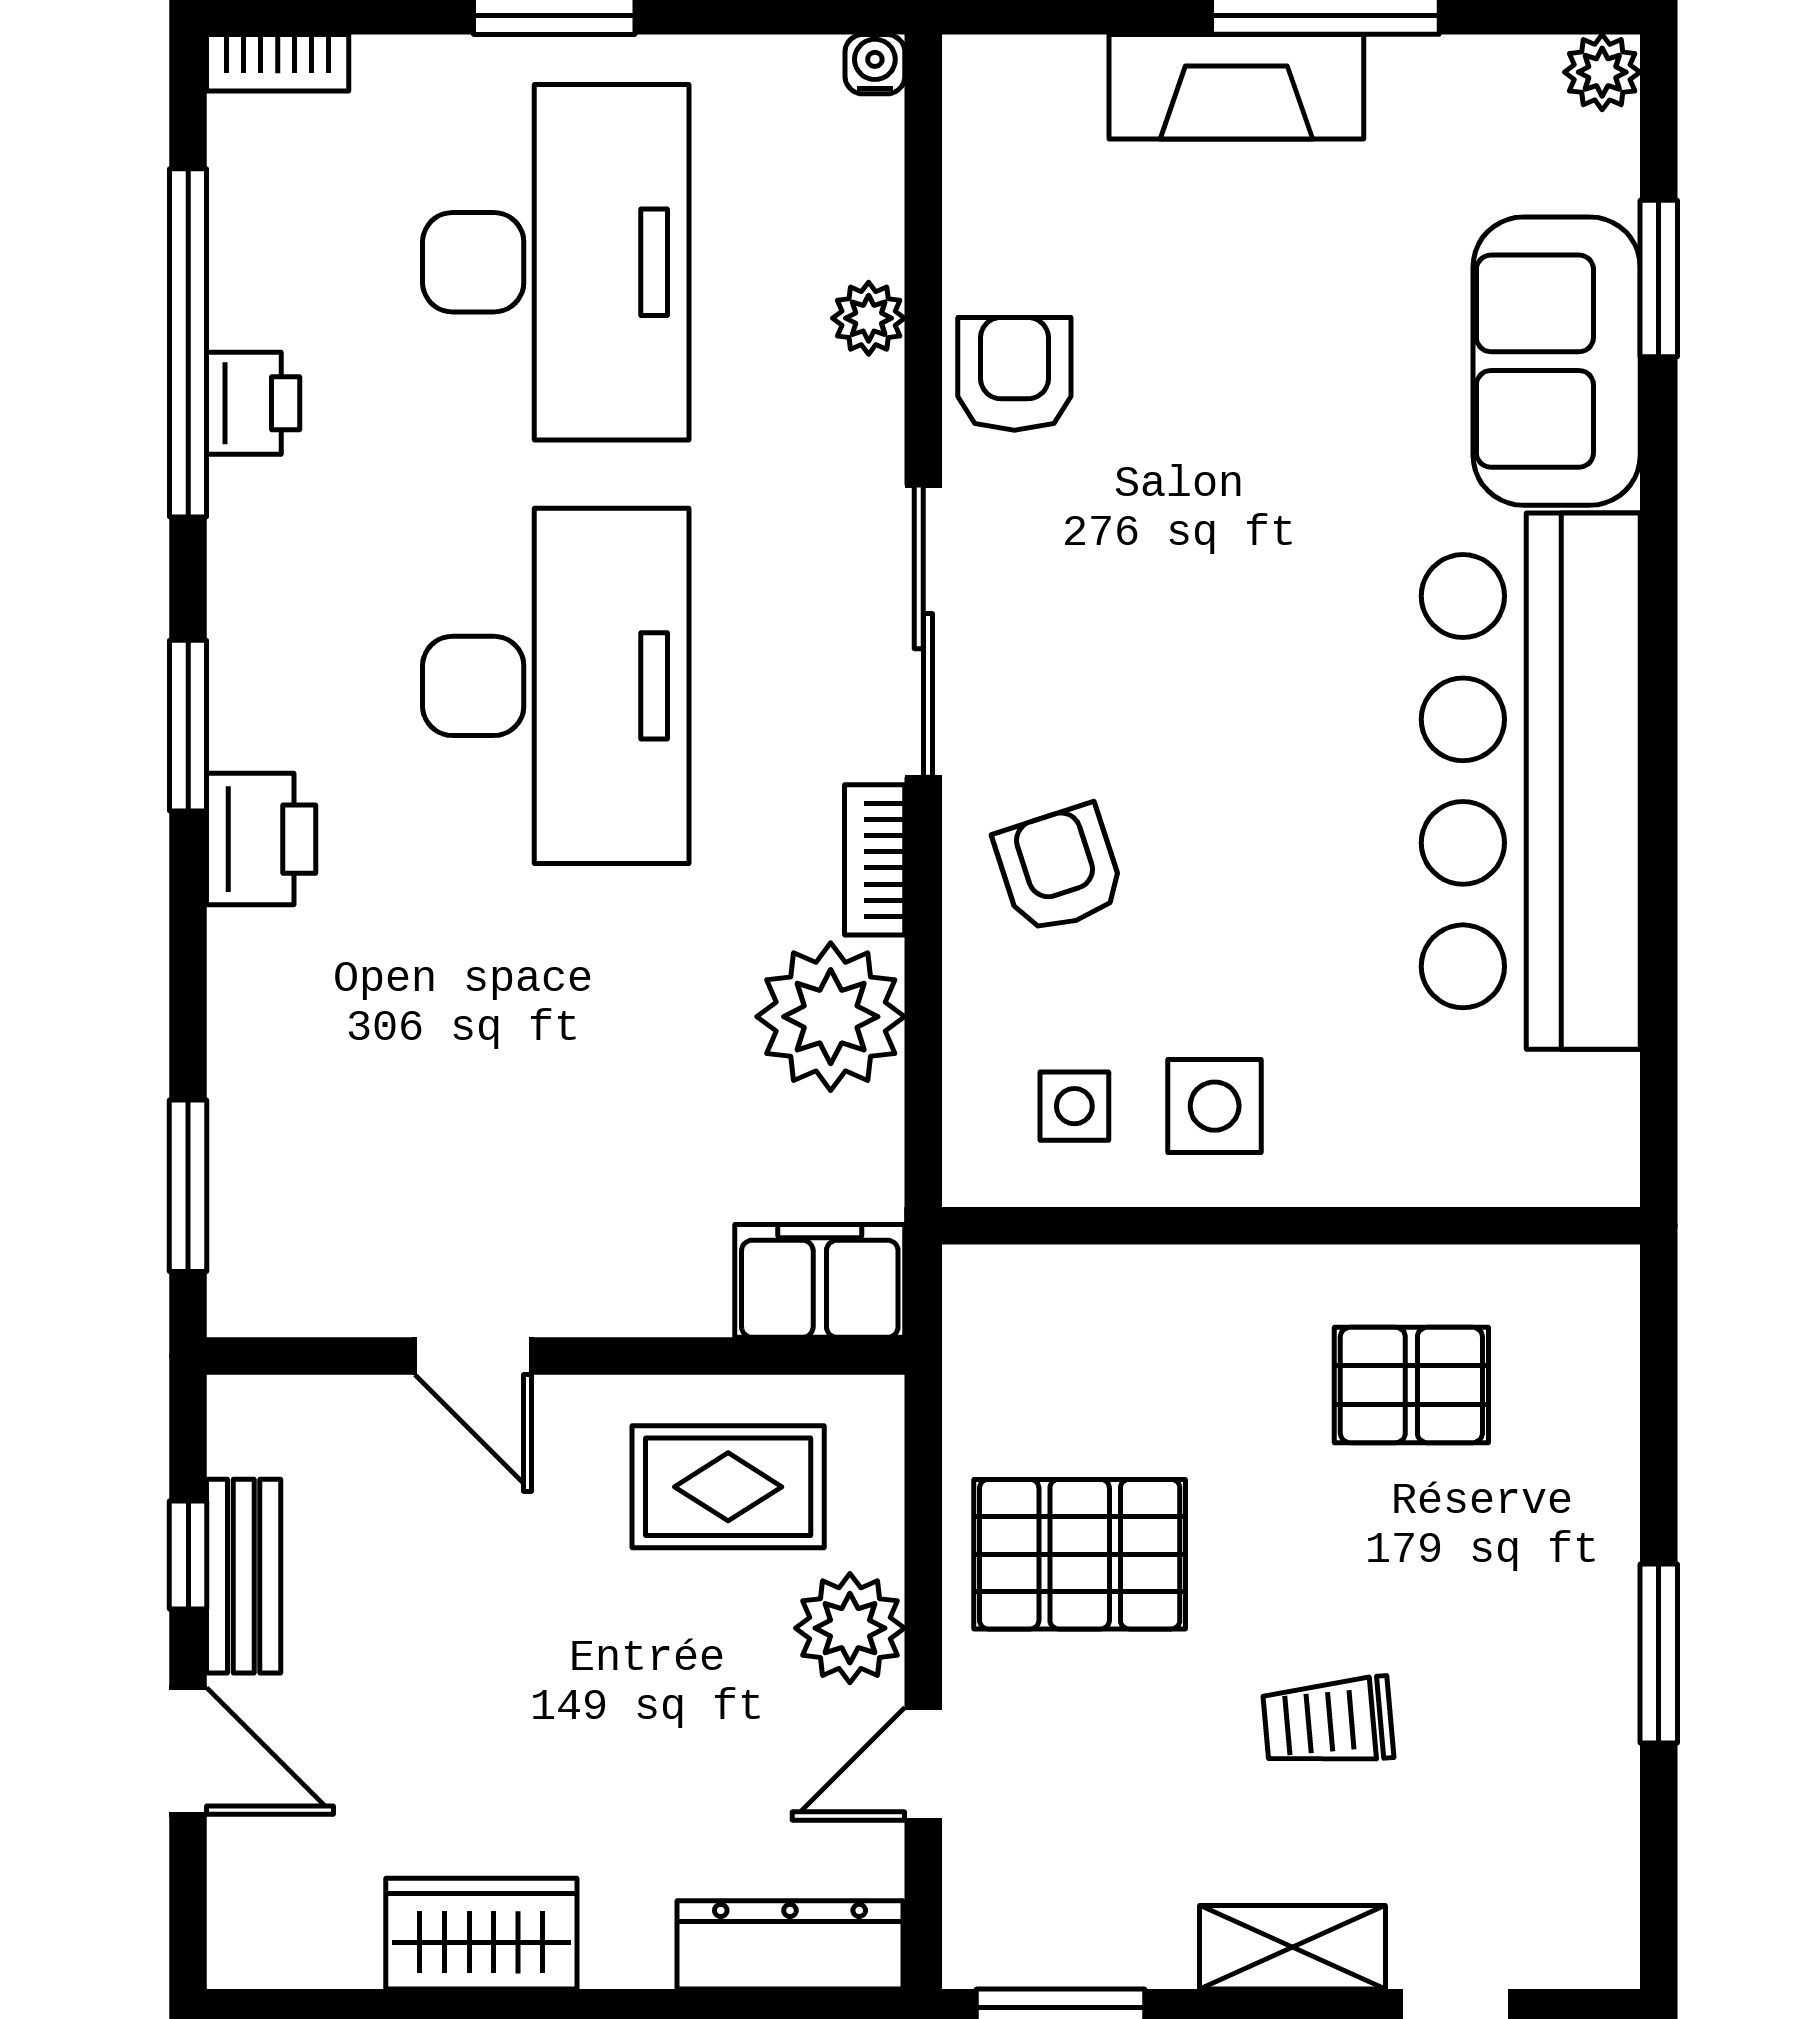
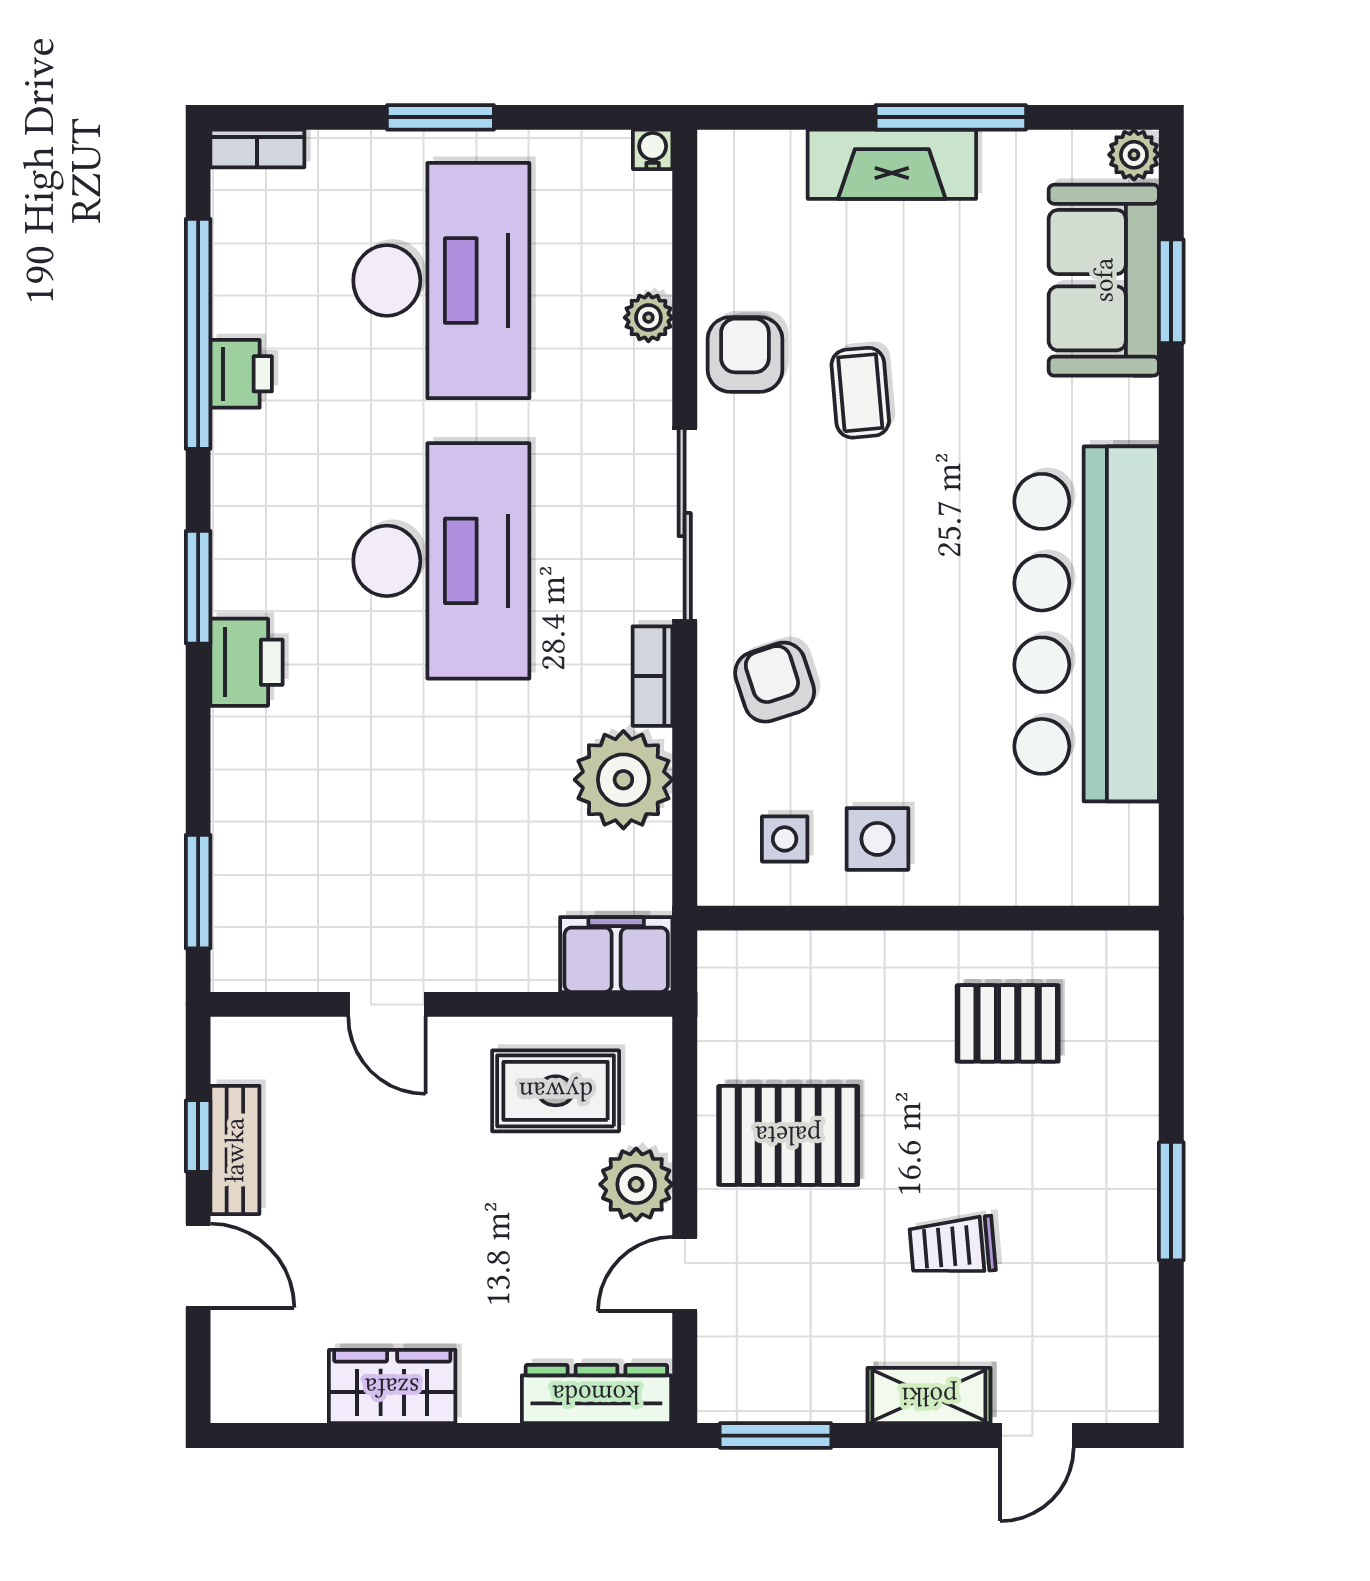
sofa: (1557, 361) -> (1104, 280), moved
coffee table: (1189, 432) -> (860, 393), added

